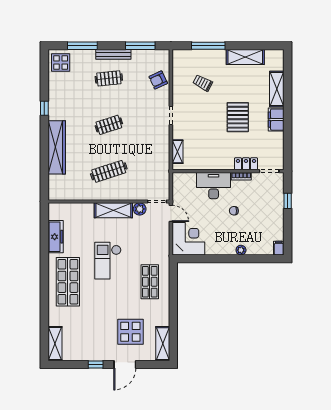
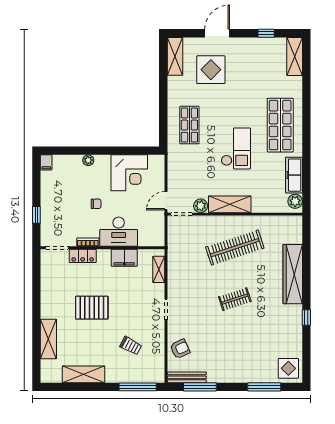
window: (208, 46) -> (138, 387), moved
bench: (113, 54) -> (187, 377), moved
clothes rail: (109, 78) -> (235, 351), removed
pallet: (238, 117) -> (92, 308), turned 90
filing cabinet: (276, 120) -> (124, 258), moved, turned 90
clothes rail: (109, 171) -> (235, 248), width x1.37, depth x1.31
plant: (54, 213) -> (295, 201), added
door: (171, 213) -> (166, 201), hinge flipped
corner desk: (188, 239) -> (129, 173), moved, turned -90
window: (96, 364) -> (266, 33), moved

